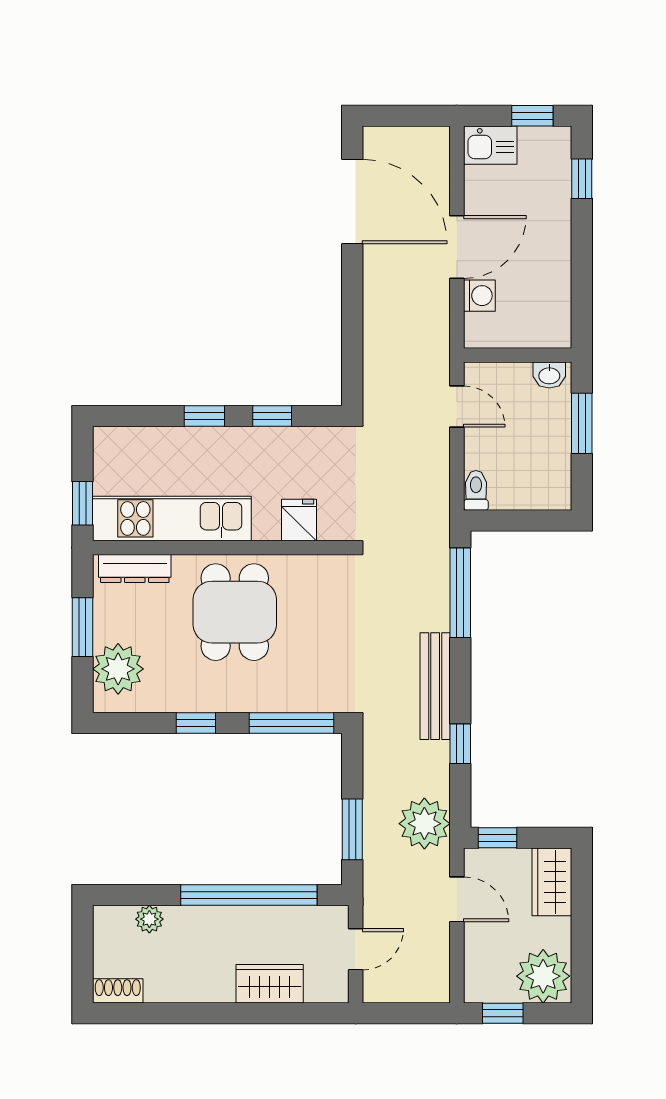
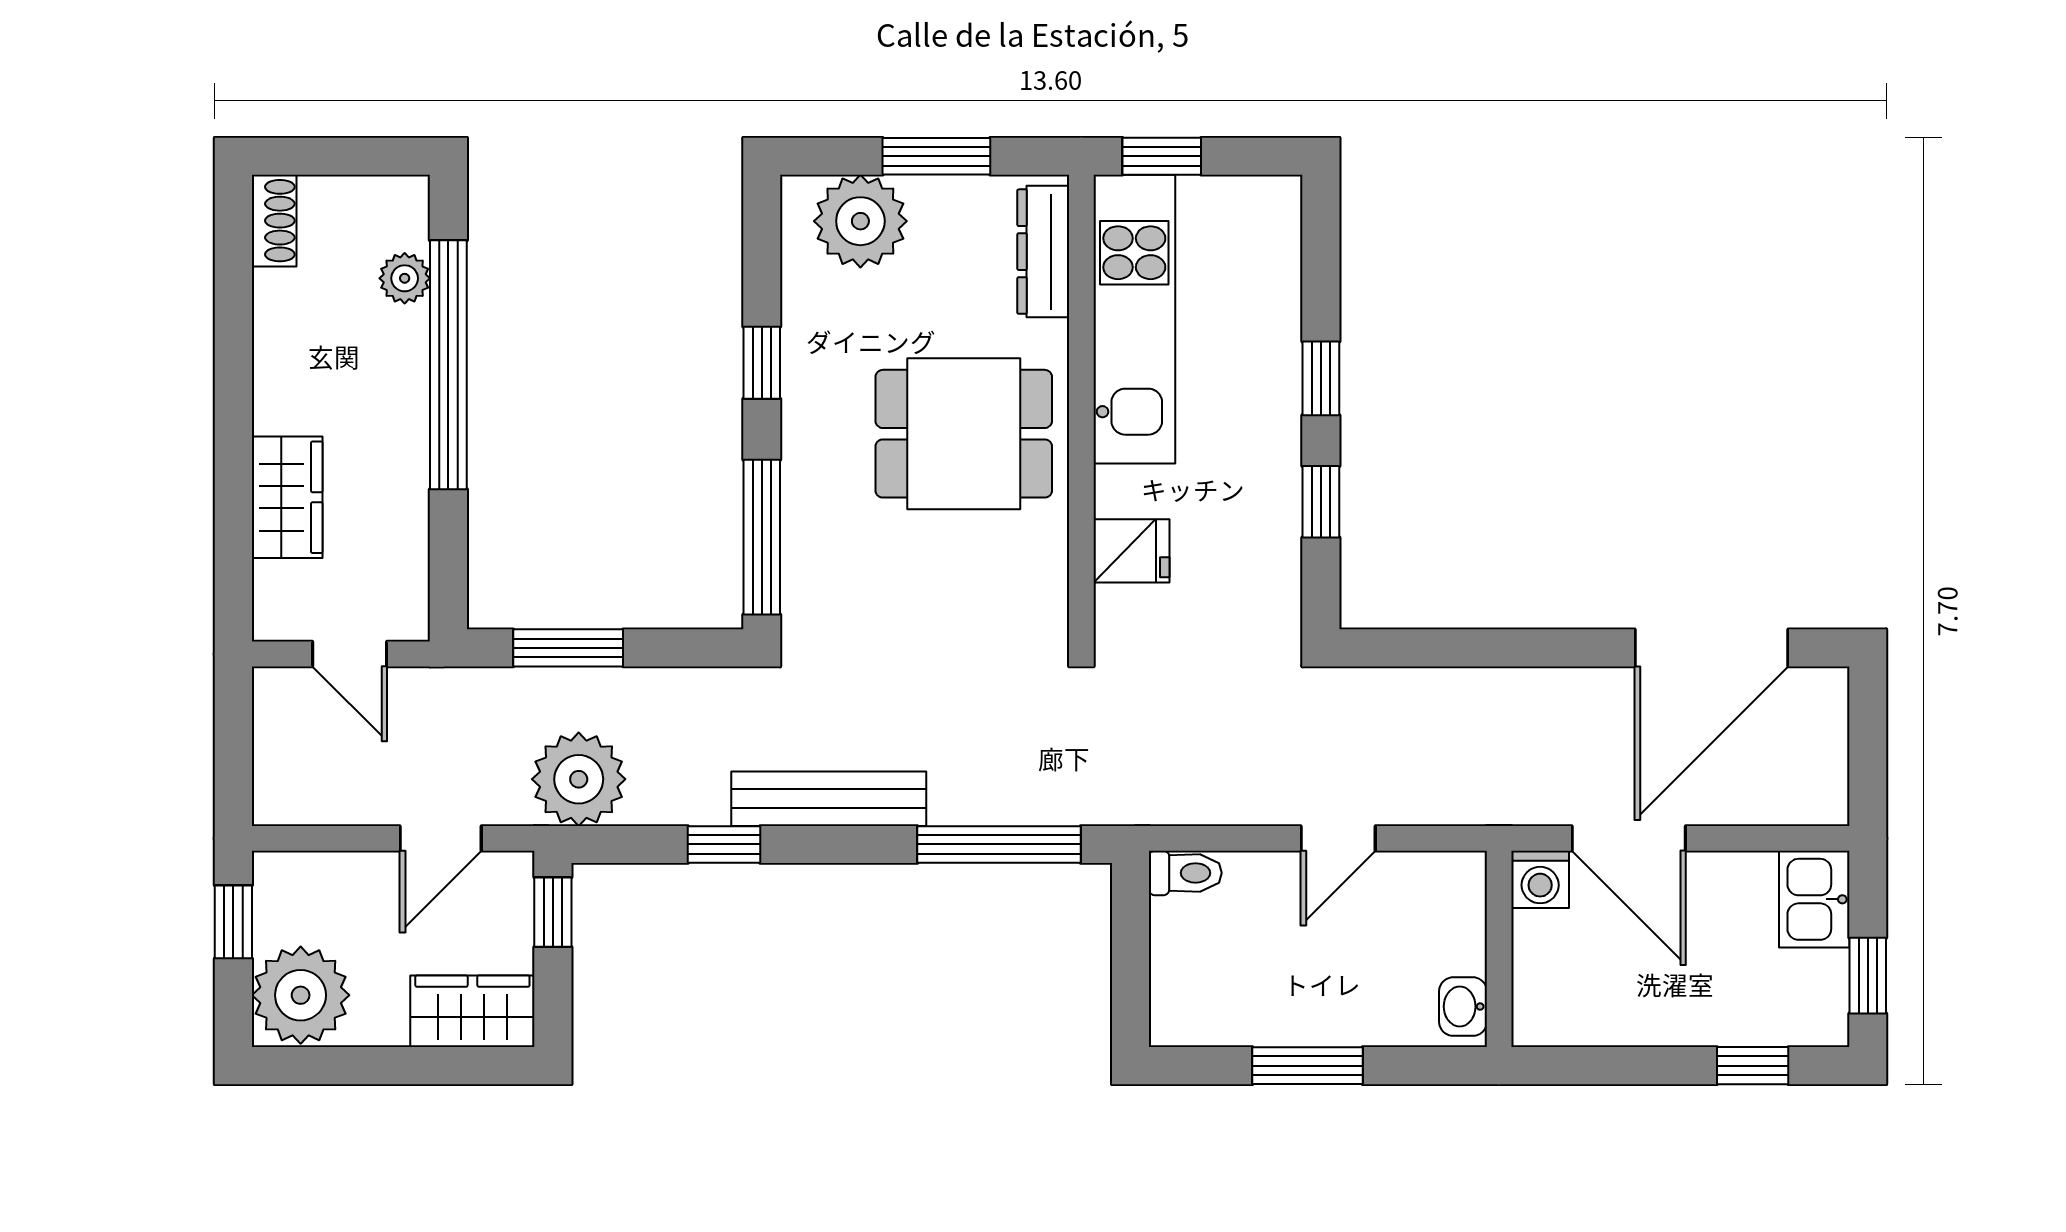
wall: (518, 355) -> (1499, 949), moved
washbasin: (549, 375) -> (1463, 1007), moved
window: (249, 895) -> (448, 365), moved

